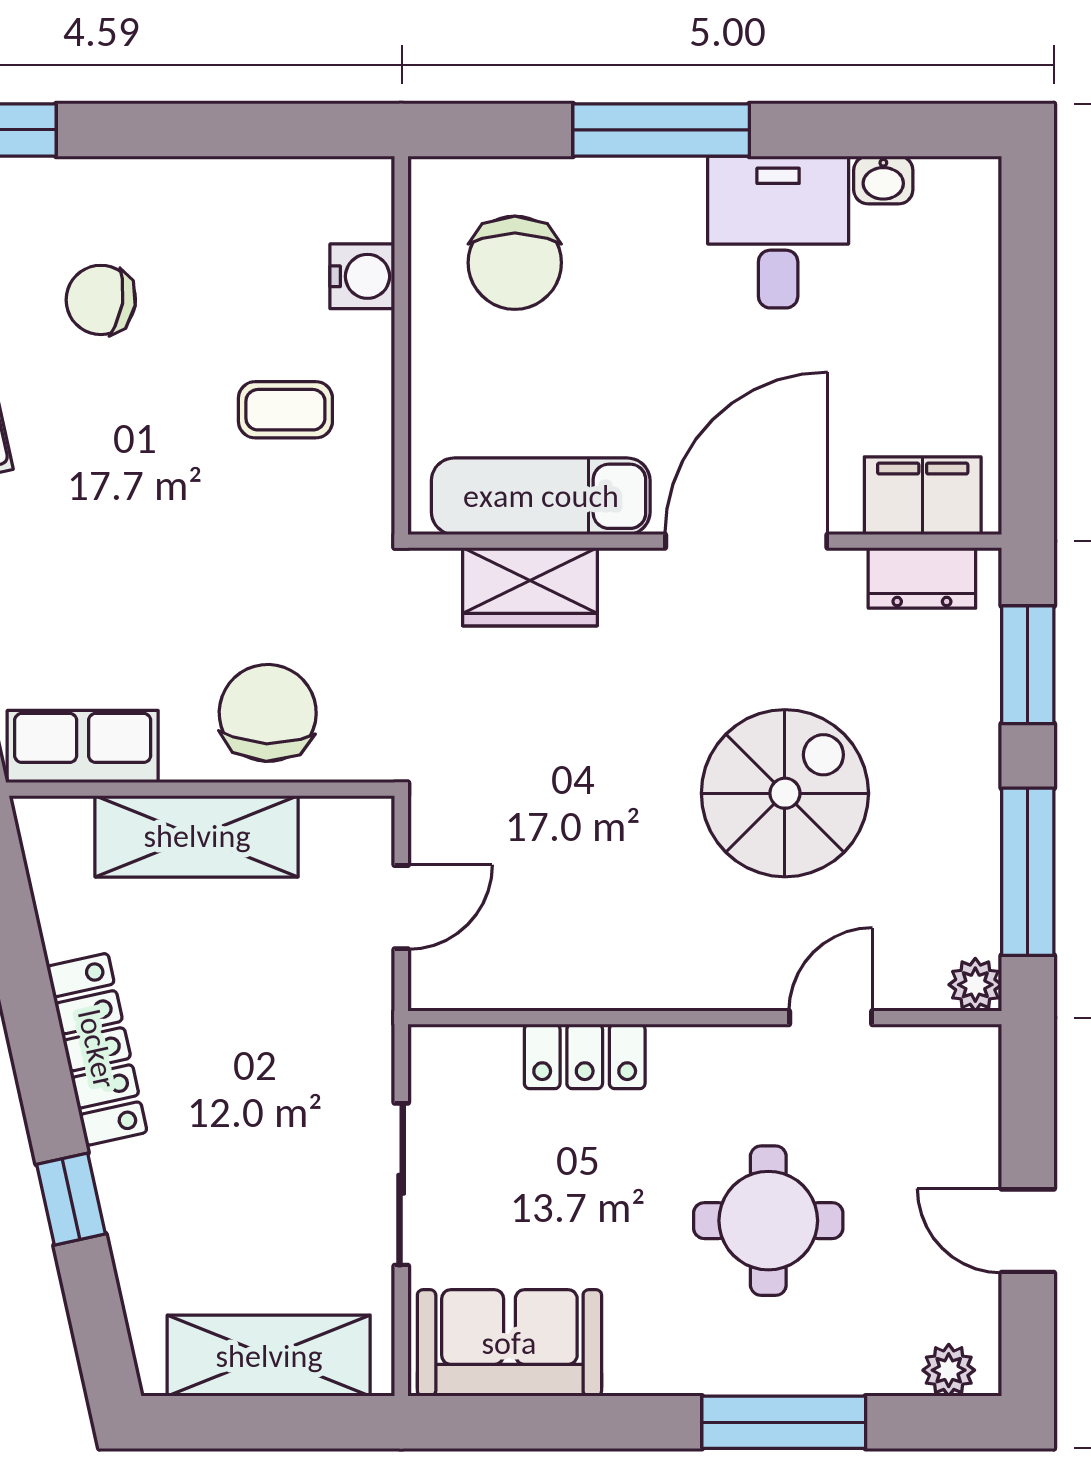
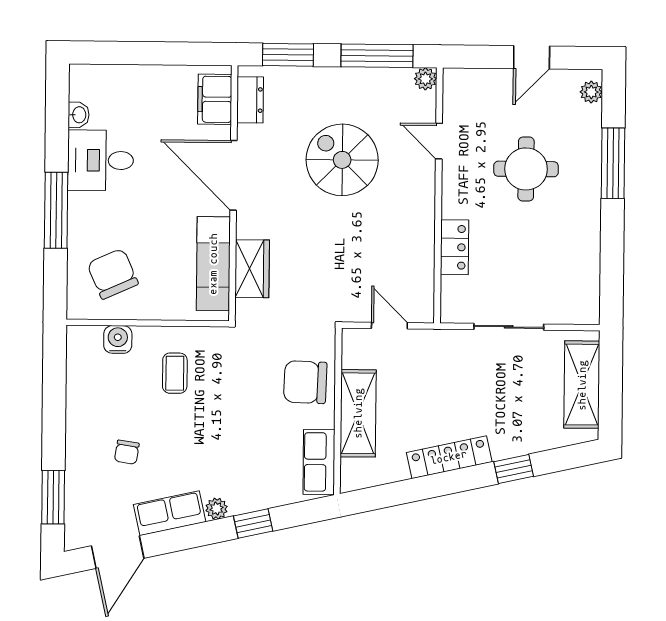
chair: (515, 263) -> (113, 274), turned -114
chair: (101, 300) -> (127, 452), width x0.73, depth x0.73
sofa: (509, 1343) -> (578, 281), removed

